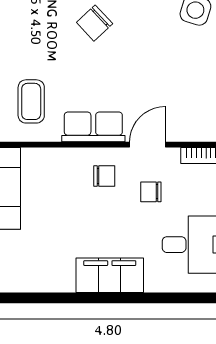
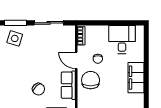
chair: (95, 23) -> (38, 89), moved
chair: (104, 176) -> (91, 80), width x1.87, depth x1.87

